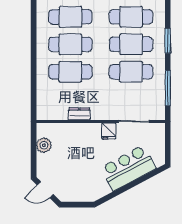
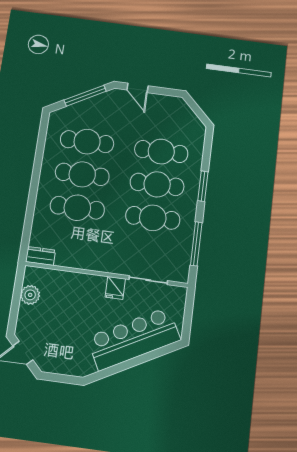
dresser: (79, 114) -> (41, 256), moved
bar counter: (128, 168) -> (134, 339), width x1.36

